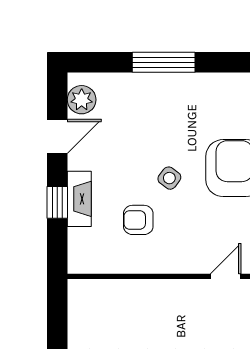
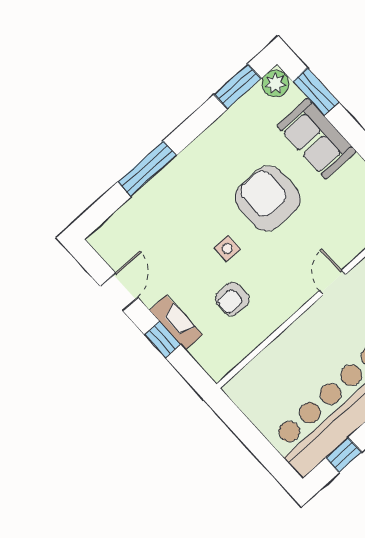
plant: (82, 100) -> (113, 249), removed
side table: (169, 178) -> (227, 248), turned -37

